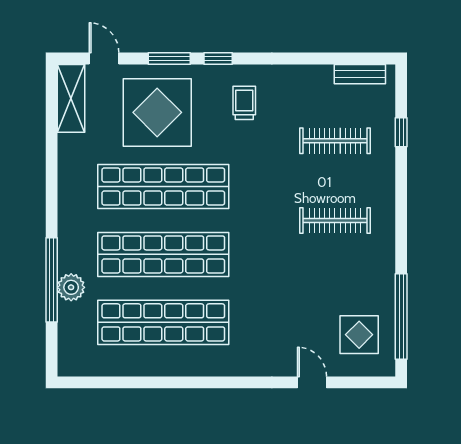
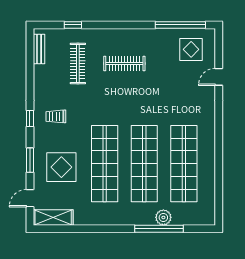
window: (218, 59) -> (30, 118), moved
display table: (157, 112) -> (61, 167), width x0.73, depth x0.73
clothes rail: (335, 220) -> (124, 64), turned 90

